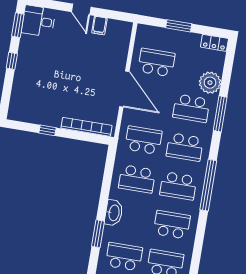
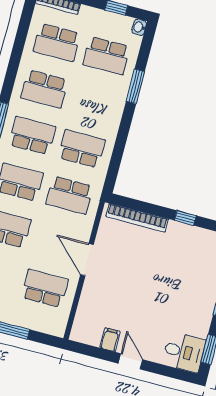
school desk: (156, 62) -> (45, 288), turned 180
door: (124, 89) -> (87, 260), width x0.73
washbasin: (114, 213) -> (114, 110), removed

